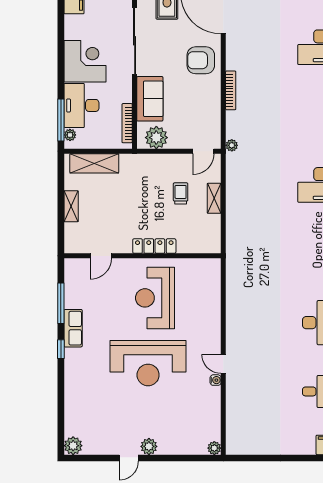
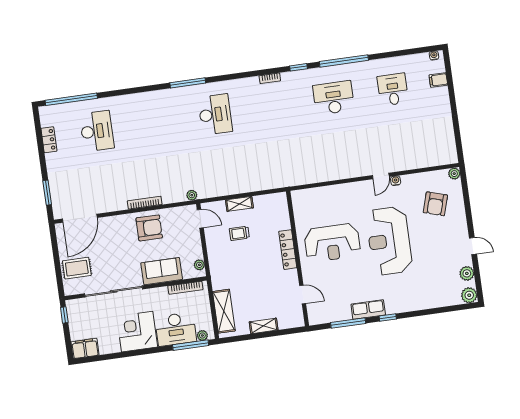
armchair: (201, 60) -> (149, 228), moved, turned -90
plant: (156, 138) -> (199, 265), width x0.53, depth x0.53
reception desk: (148, 363) -> (389, 241), turned 180
armchair: (183, 422) -> (435, 204), added
plant: (149, 446) -> (467, 273), moved

